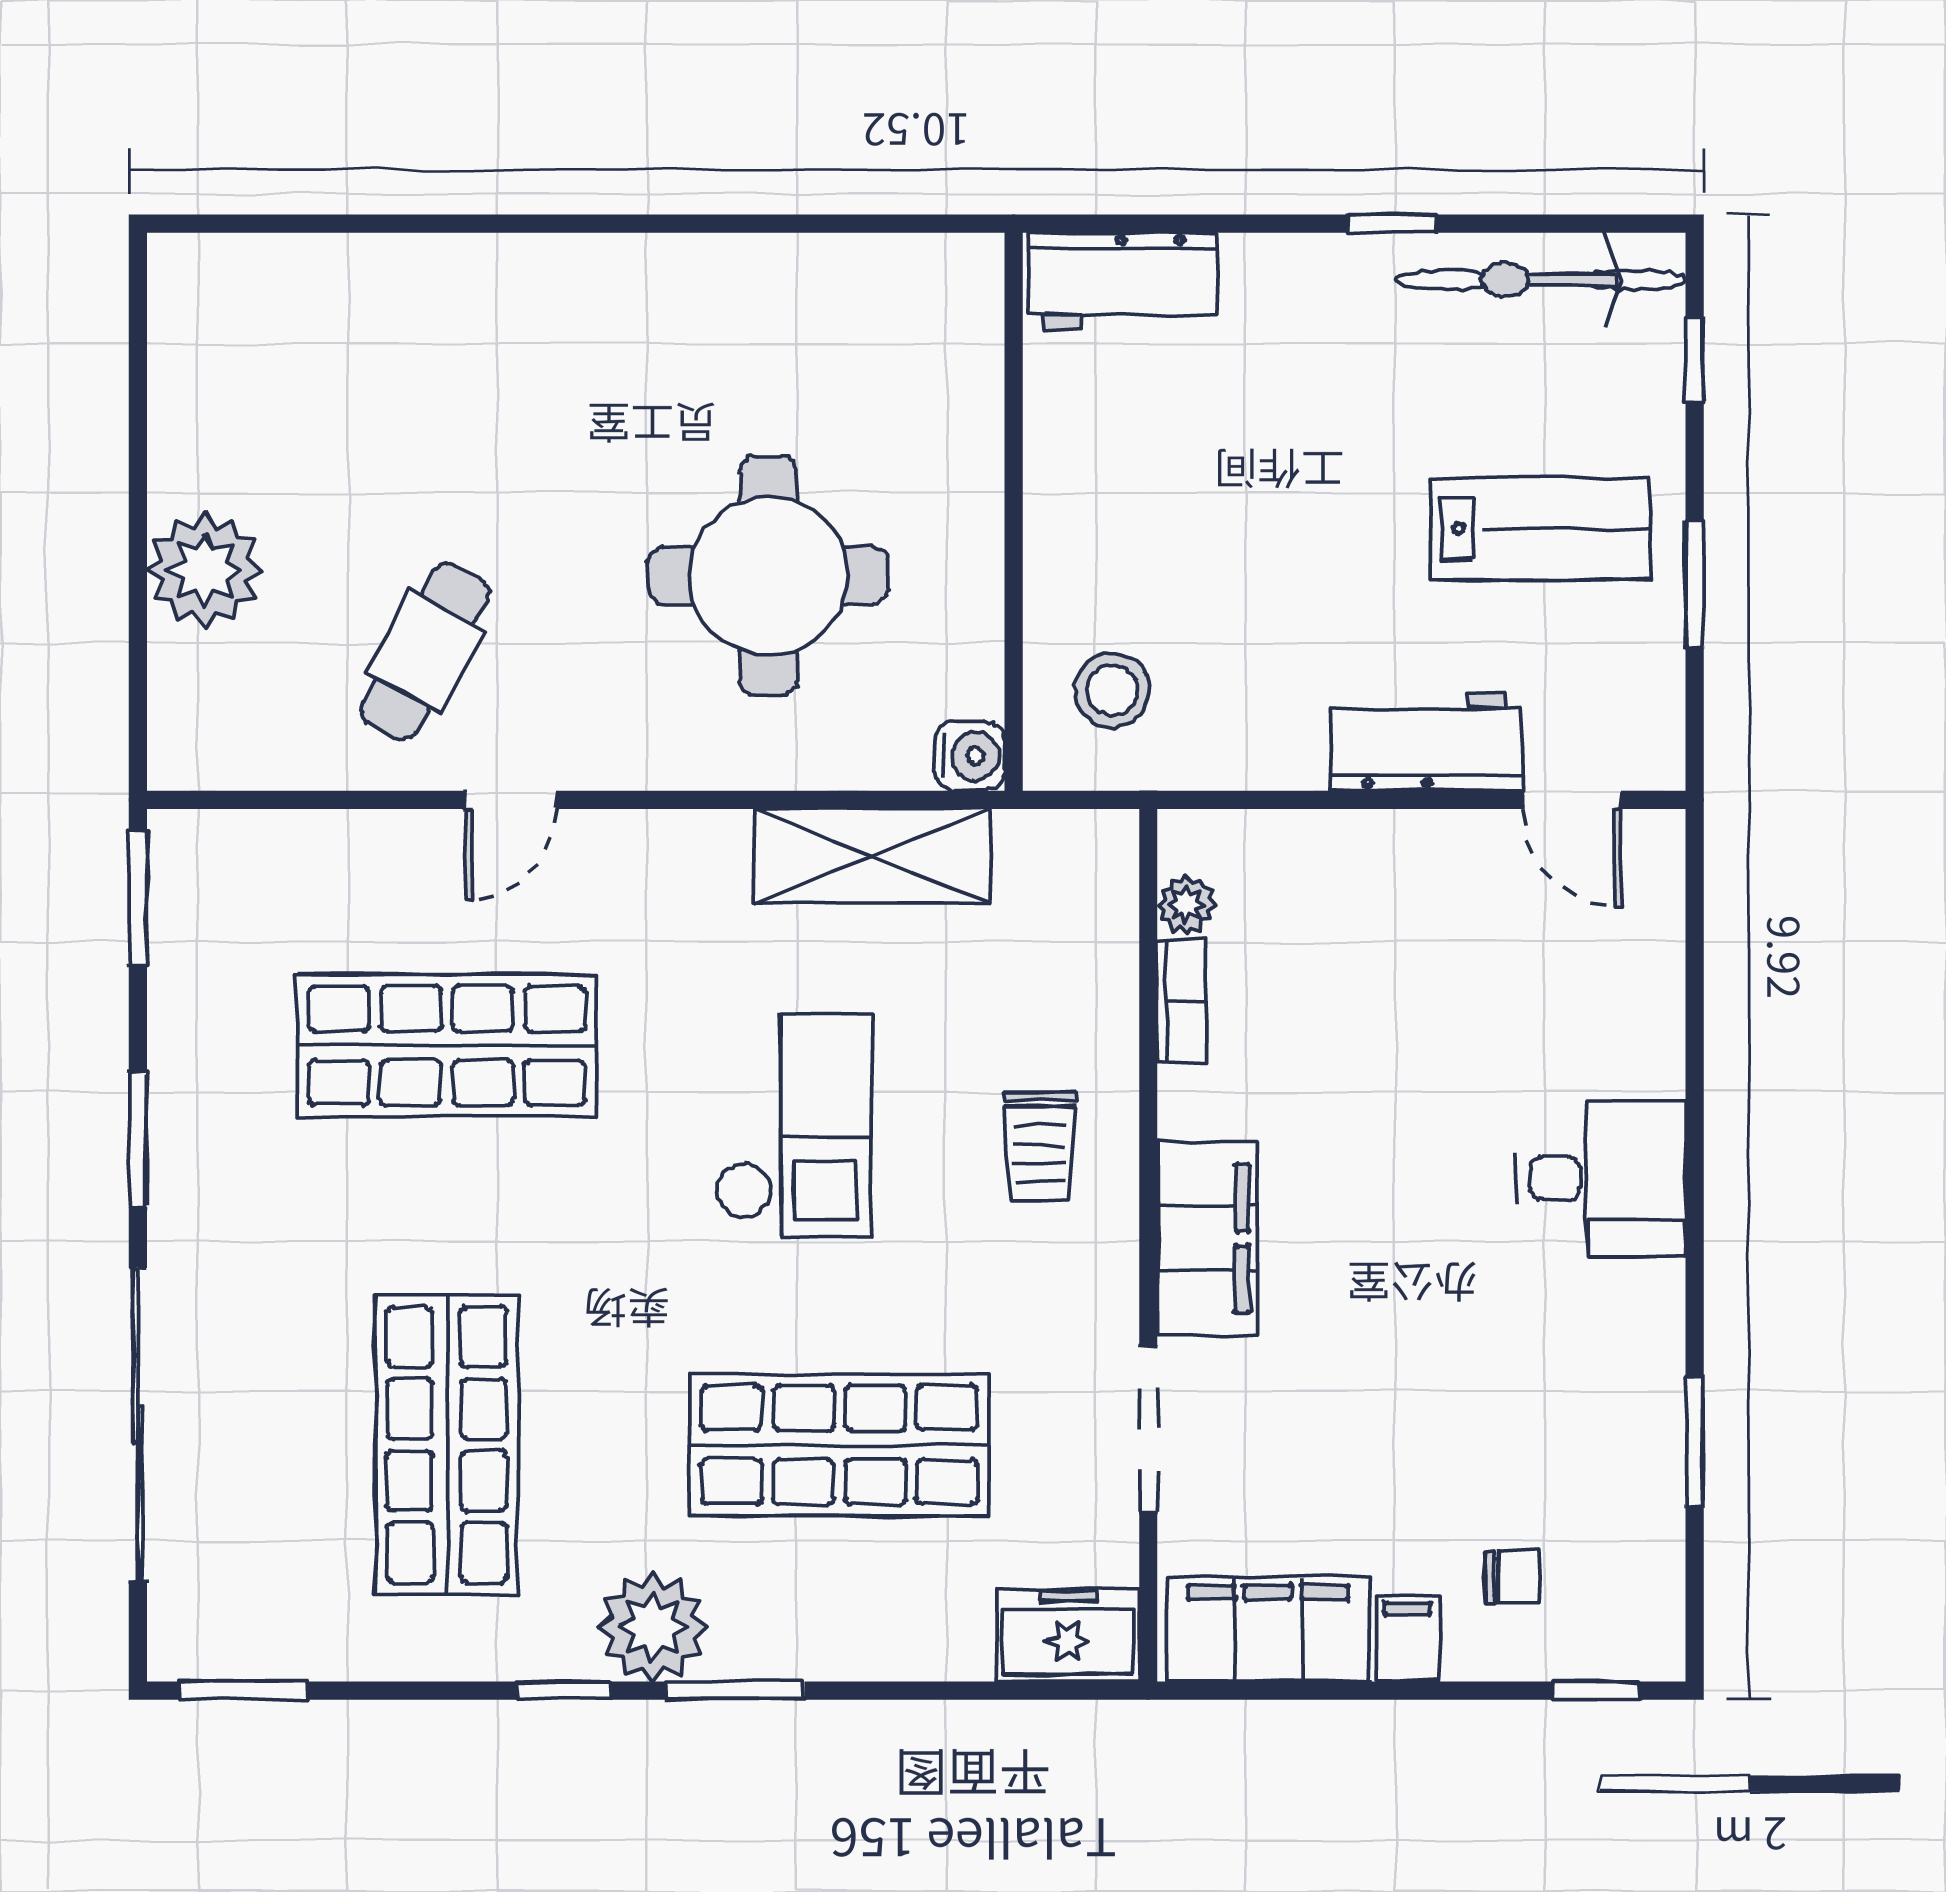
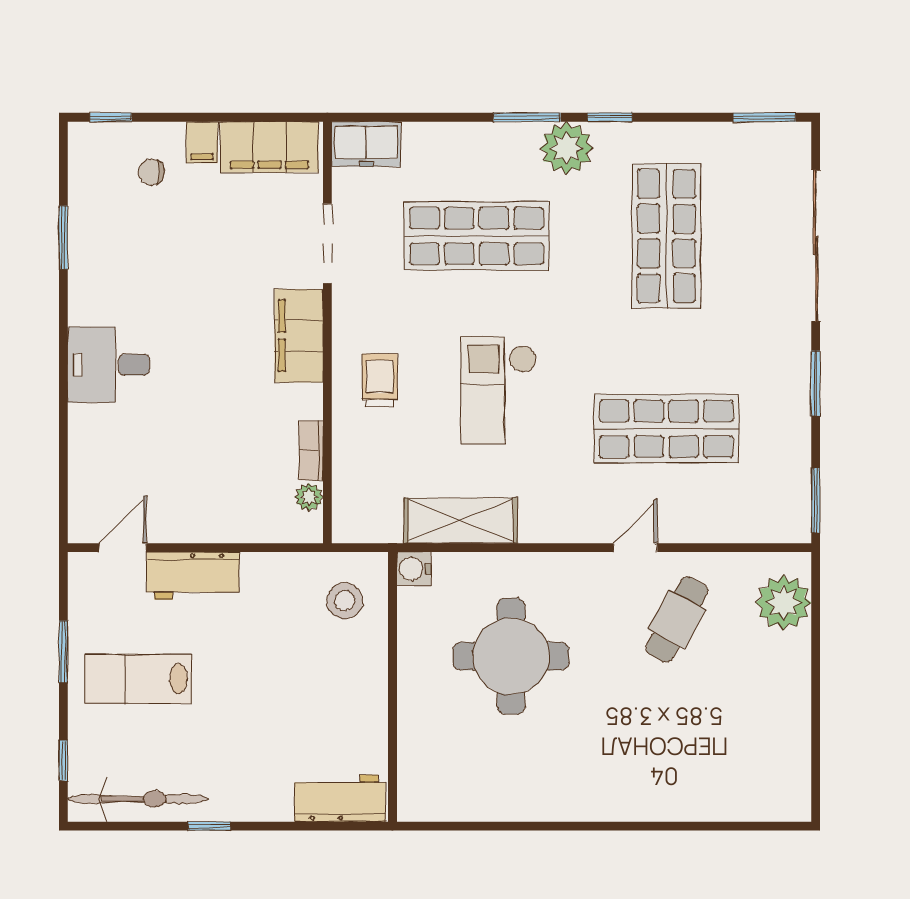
plant: (205, 570) -> (783, 603), moved
door: (1572, 800) -> (123, 548), hinge flipped

